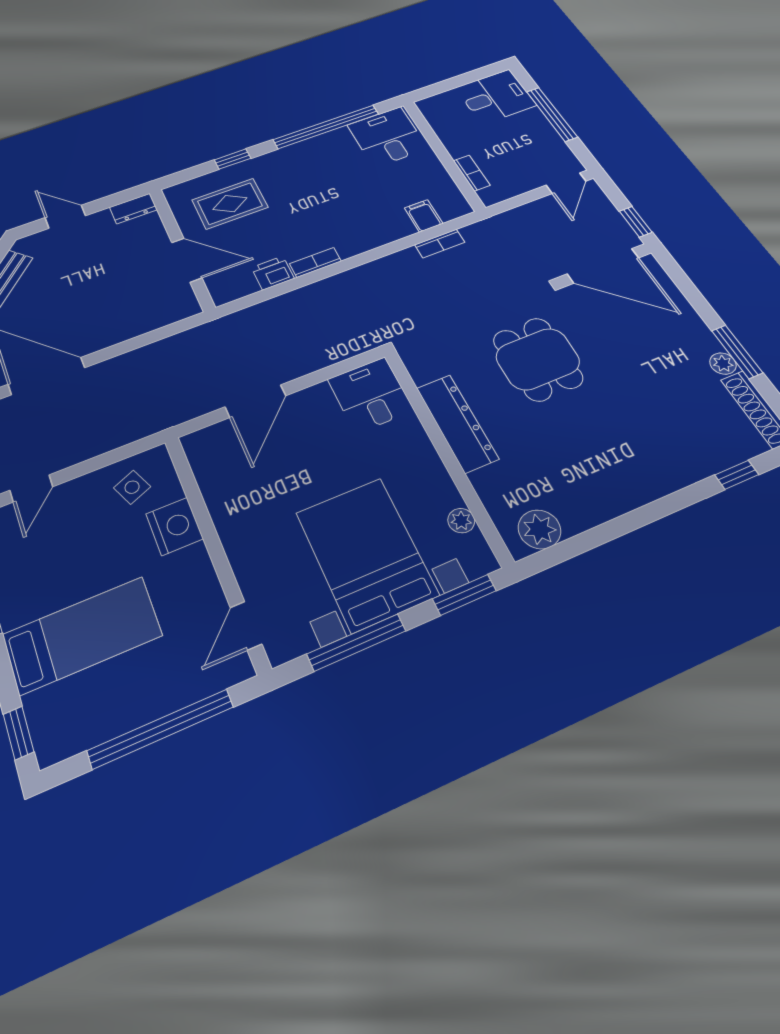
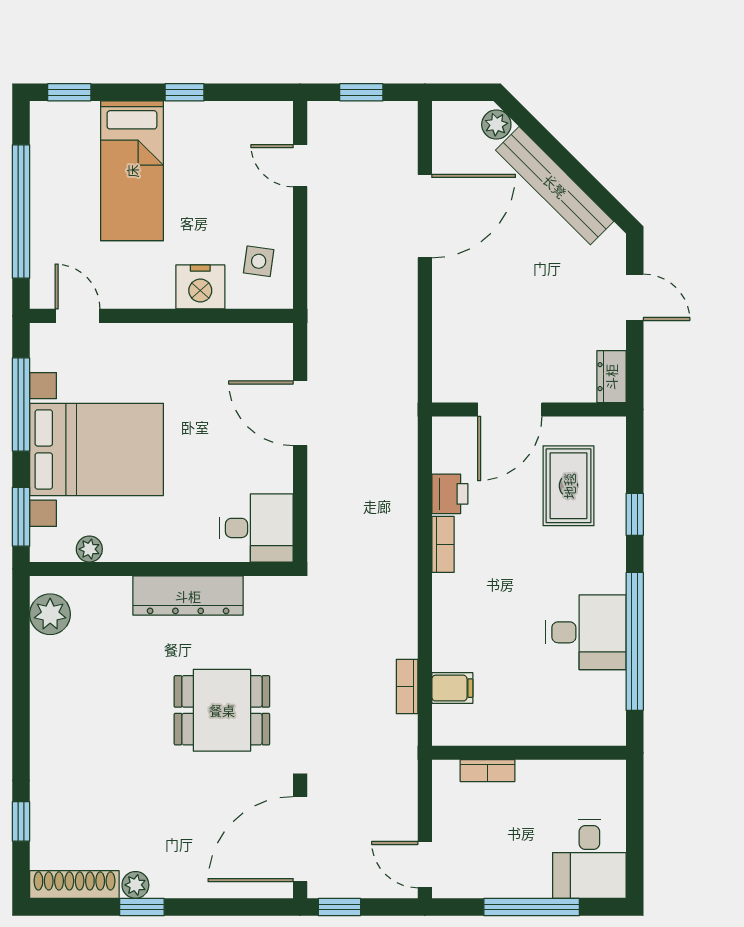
desk: (387, 137) -> (586, 632), moved
door: (65, 217) -> (635, 297), hinge flipped
window: (737, 352) -> (142, 907), width x0.67
side table: (132, 487) -> (259, 261), turned 31

